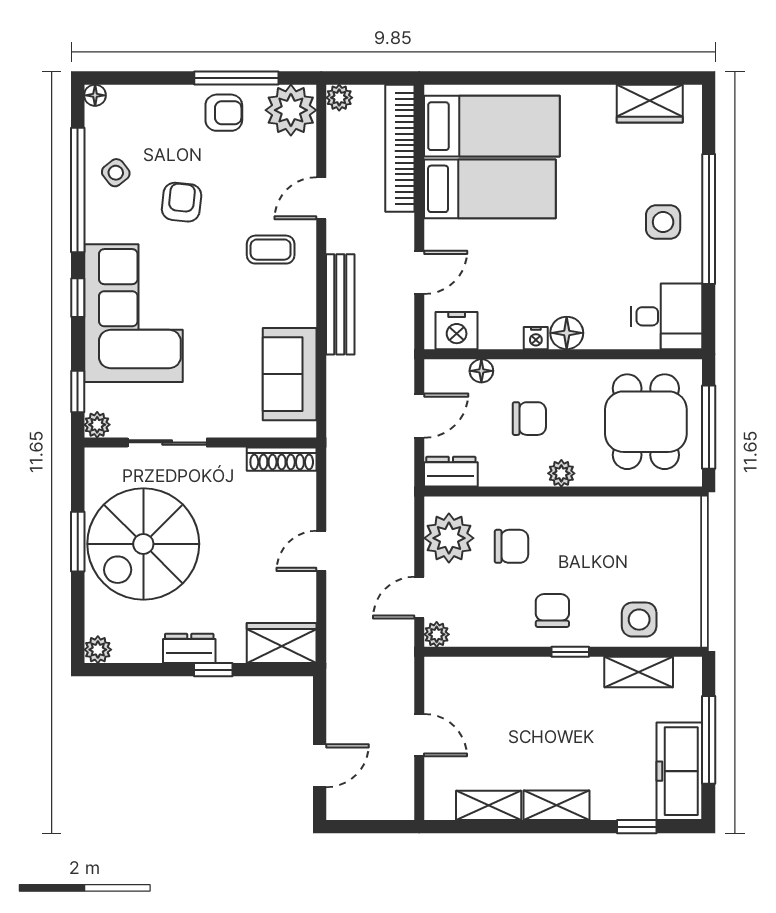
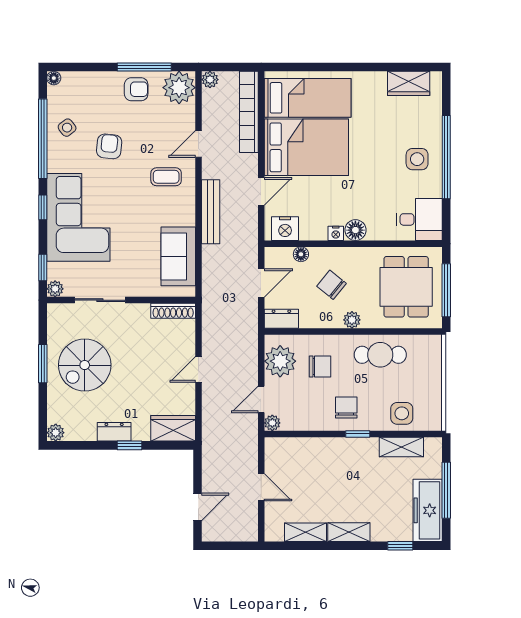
bed: (490, 189) -> (306, 147), width x1.50
chair: (529, 419) -> (332, 285), turned -141
cafe table: (605, 528) -> (380, 355), added
spiral stairs: (143, 544) -> (85, 365), width x0.73, depth x0.73

